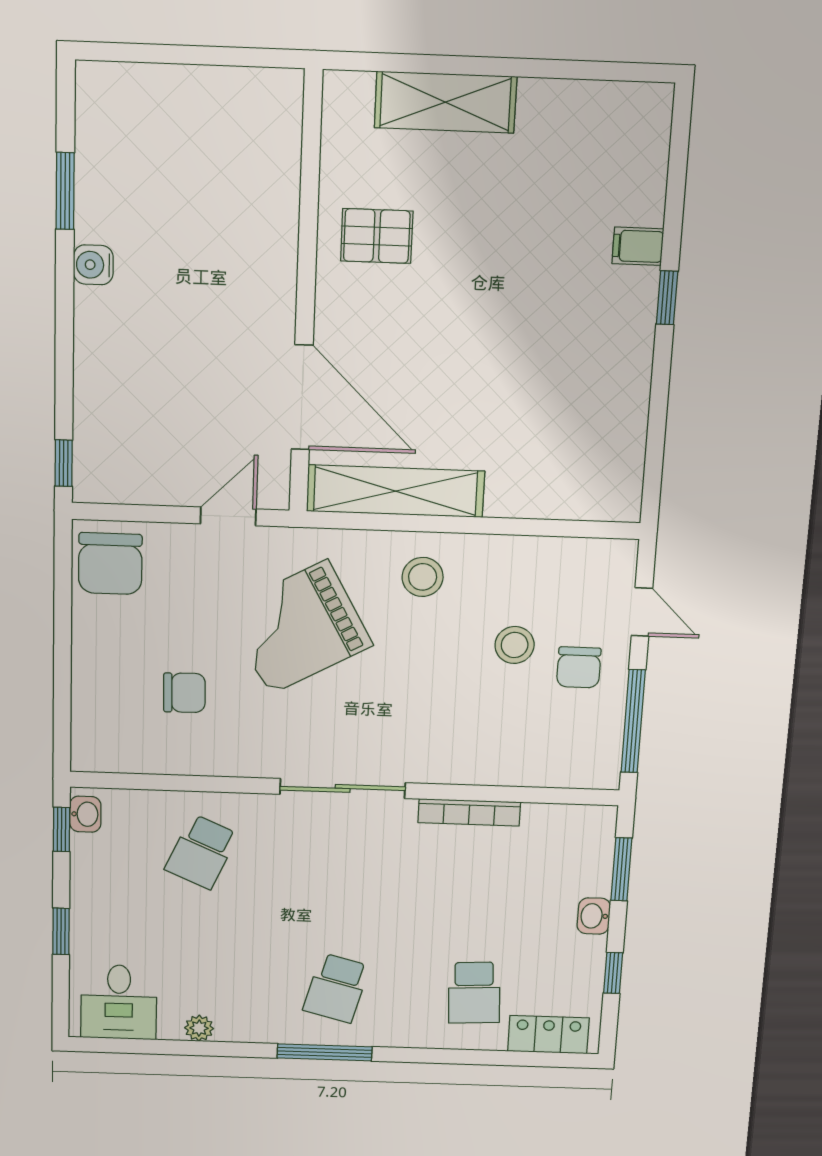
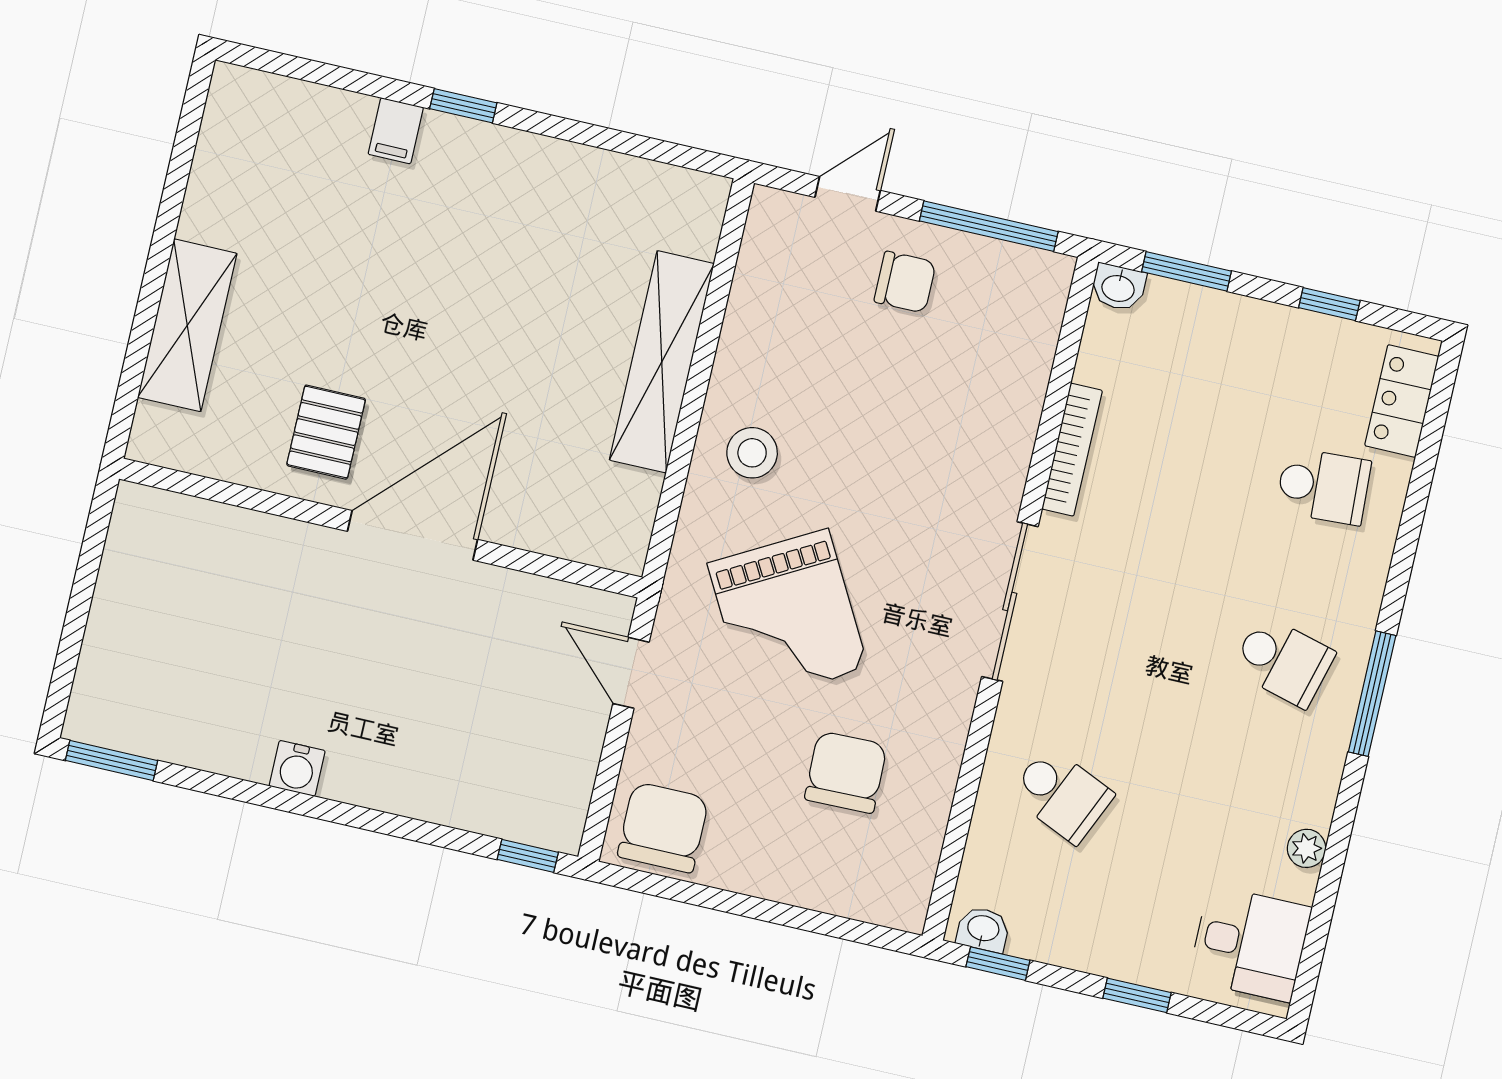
window: (65, 191) -> (112, 761), moved
door: (302, 397) -> (412, 535), moved
shelving: (395, 491) -> (662, 362), moved
chair: (110, 564) -> (663, 827), turned -90
stool: (515, 645) -> (861, 356), removed
chair: (184, 693) -> (846, 772), width x1.37, depth x1.37
washbasin: (594, 916) -> (1118, 287), moved

